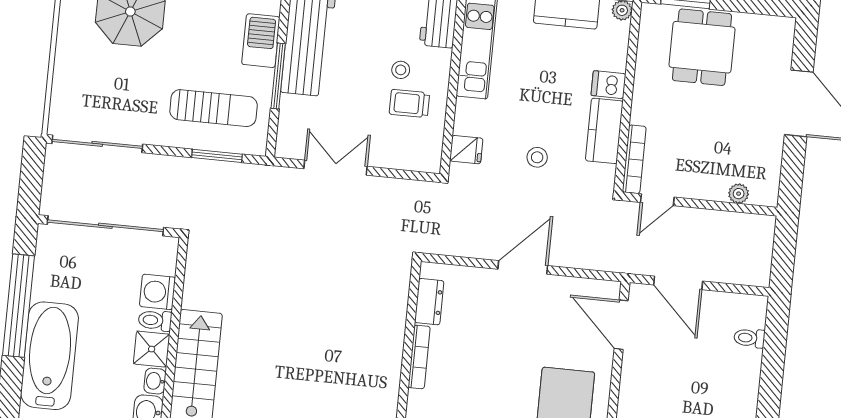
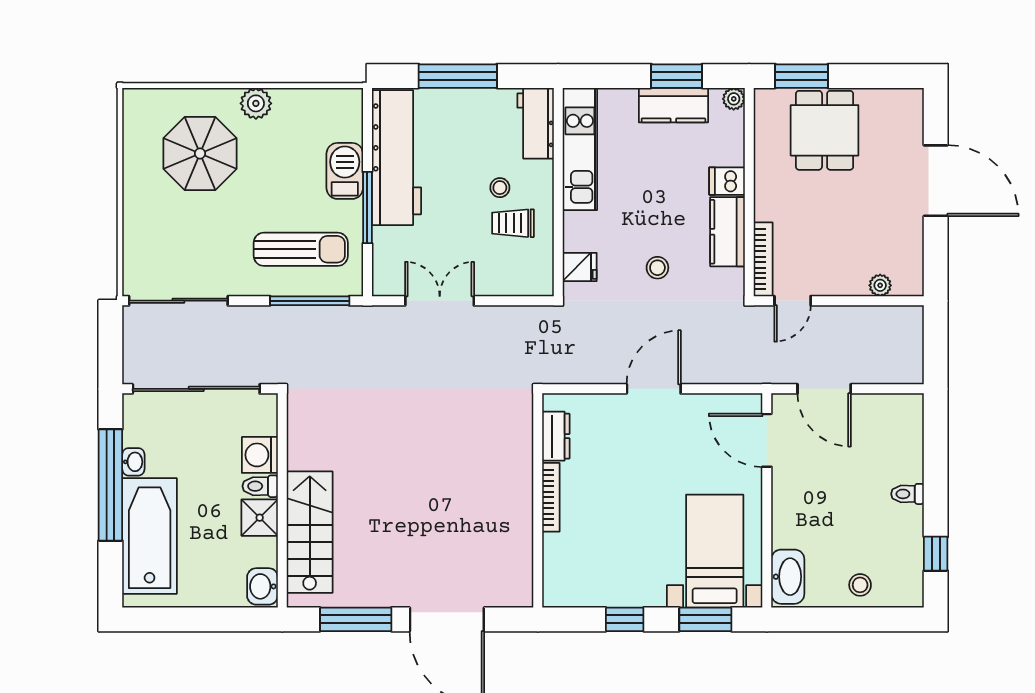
window: (217, 156) -> (310, 301), width x1.44
toilet: (749, 338) -> (908, 494), moved
washbasin: (155, 381) -> (133, 462), moved, turned 180

